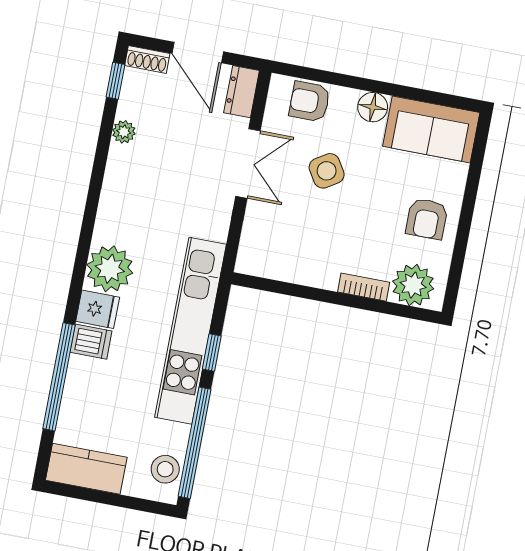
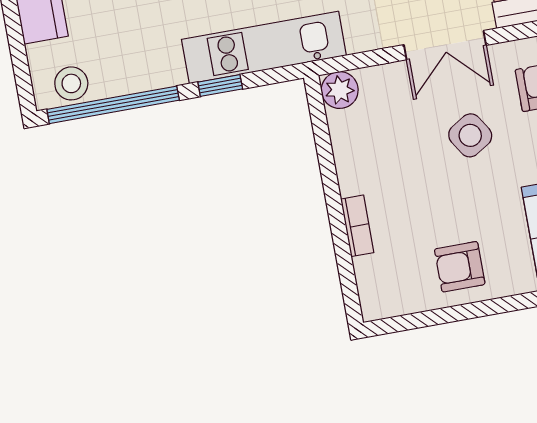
plant: (413, 285) -> (340, 90), moved, width x0.73, depth x0.73
kitchen unit: (190, 331) -> (264, 47), width x0.73

